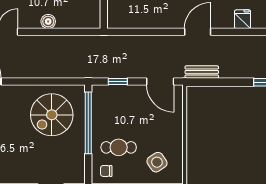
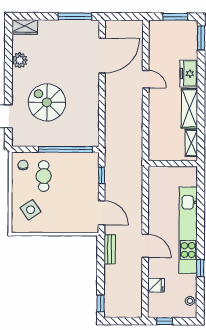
boiler: (48, 22) -> (155, 115), removed
door: (160, 81) -> (102, 213), swing flipped
spiral stairs: (52, 115) -> (47, 102), moved

